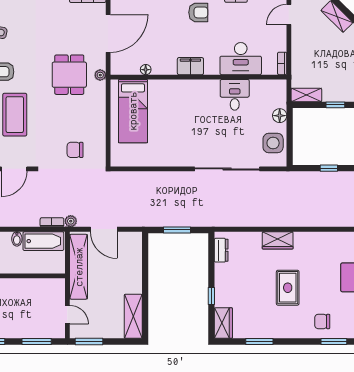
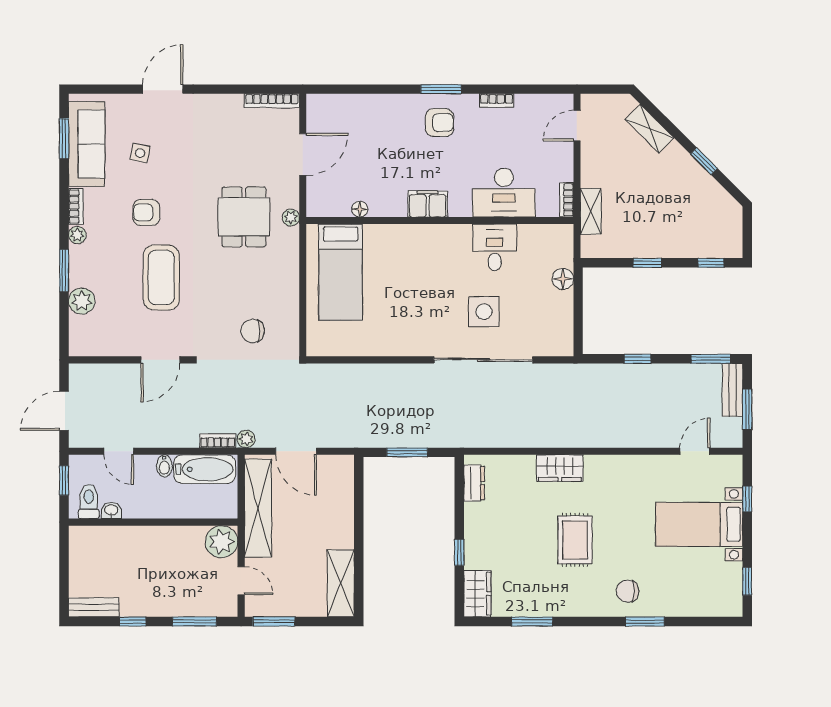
door: (108, 33) -> (303, 154), width x0.73
shelving: (306, 95) -> (591, 211), moved, turned 90
side table: (273, 143) -> (484, 312), moved
plant: (55, 289) -> (221, 542), added

